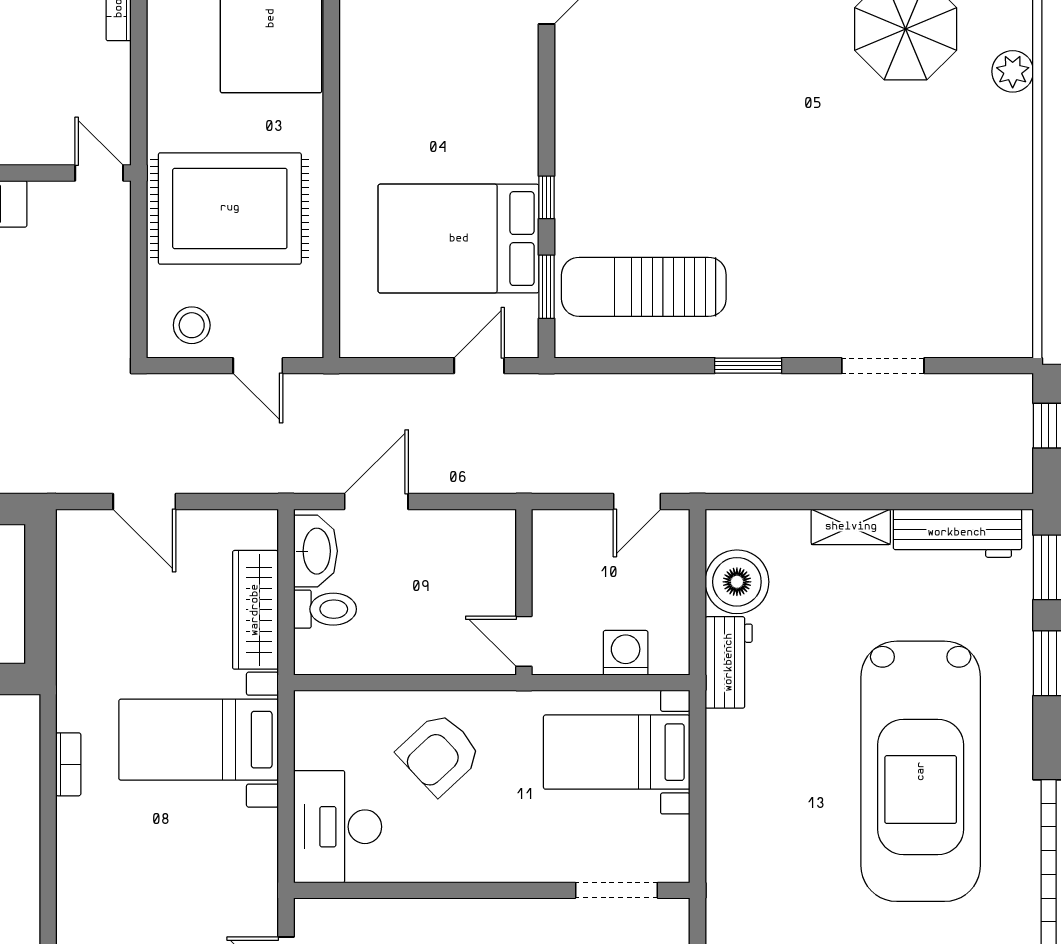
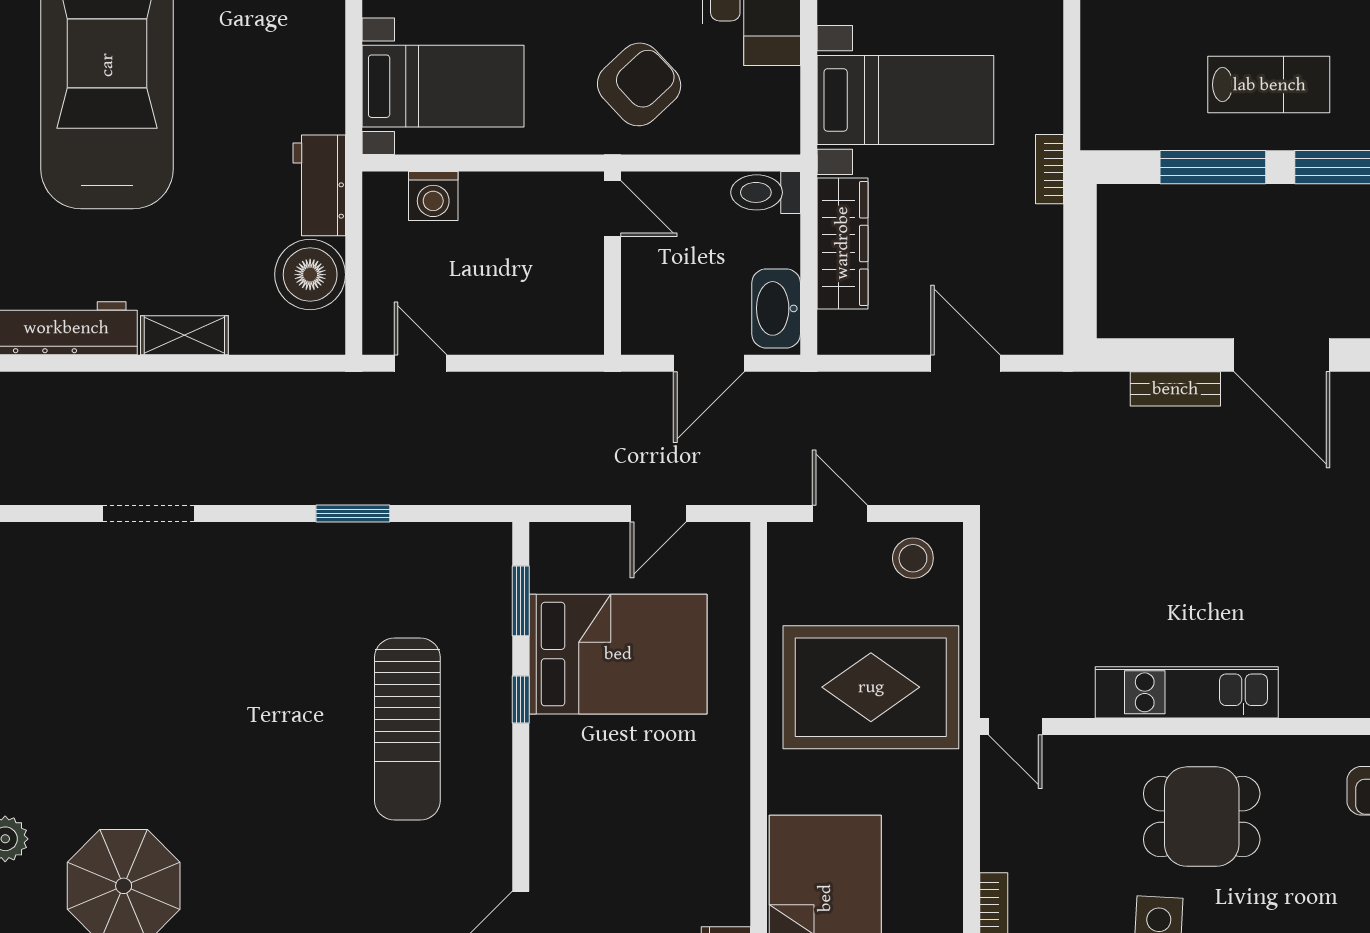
sun lounger: (644, 287) -> (407, 729), moved, turned 90
door: (479, 366) -> (658, 514), moved
window: (748, 366) -> (353, 514), moved
door: (637, 501) -> (421, 363), hinge flipped
wall: (524, 592) -> (613, 263), moved
toilet: (325, 609) -> (766, 192), moved
door: (524, 641) -> (613, 209), moved
bookcase: (68, 764) -> (1049, 169), moved

